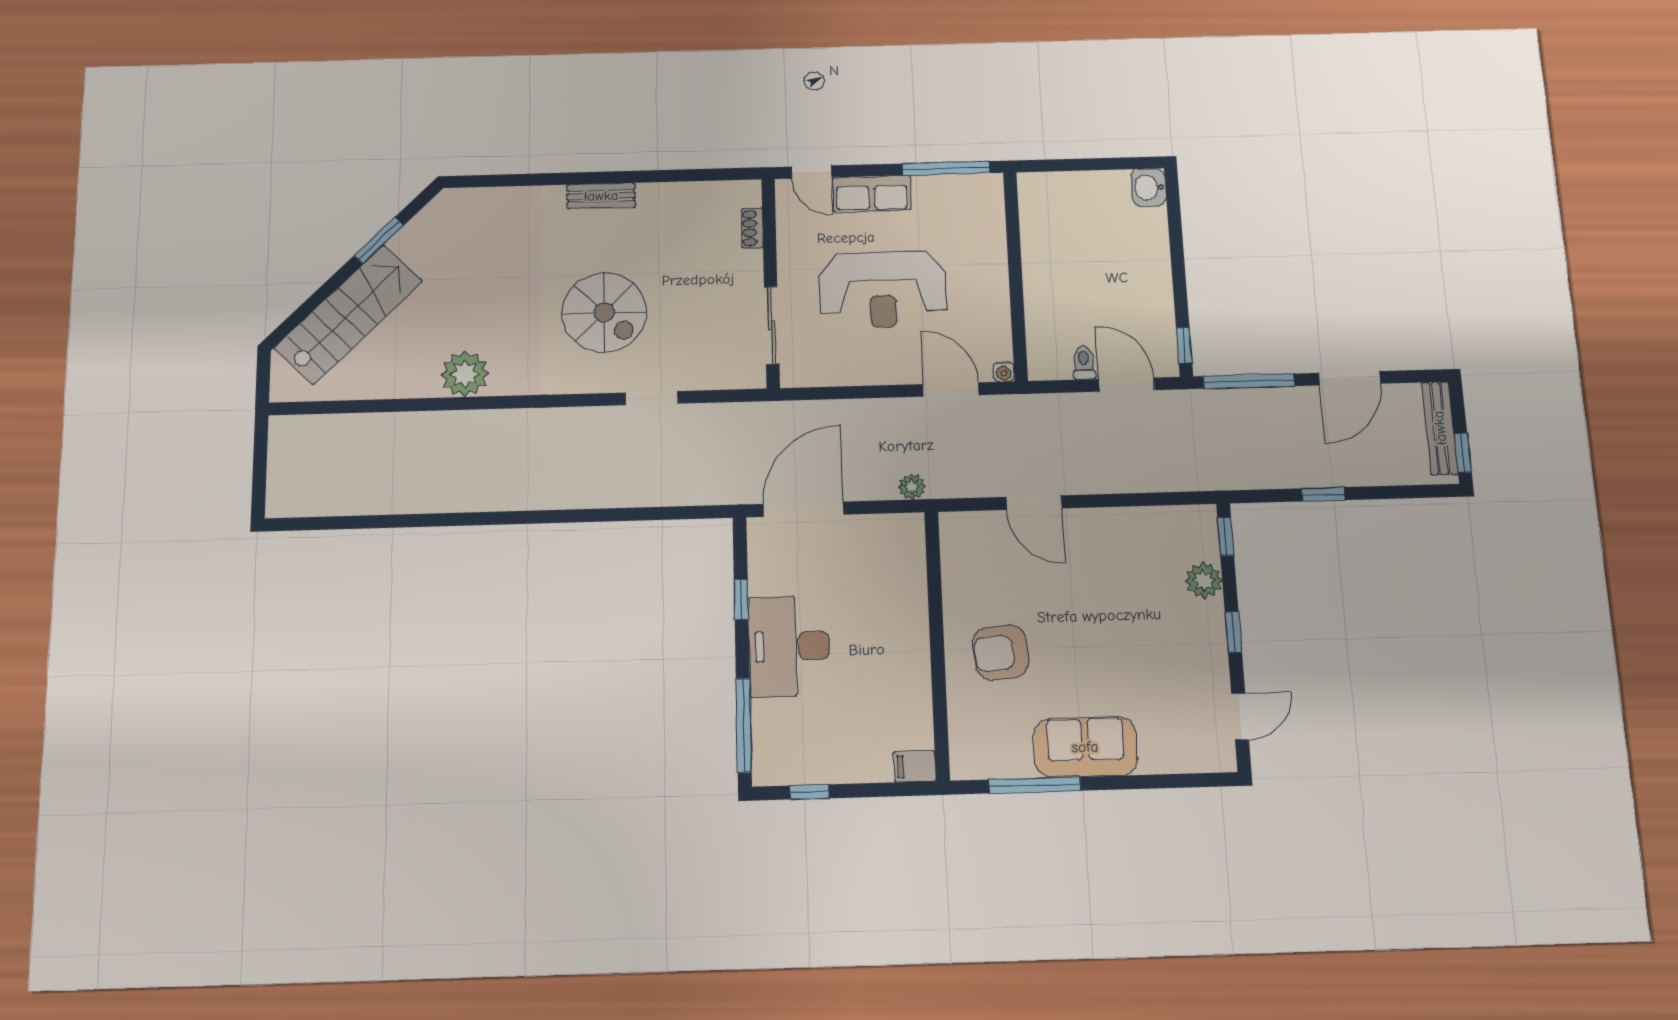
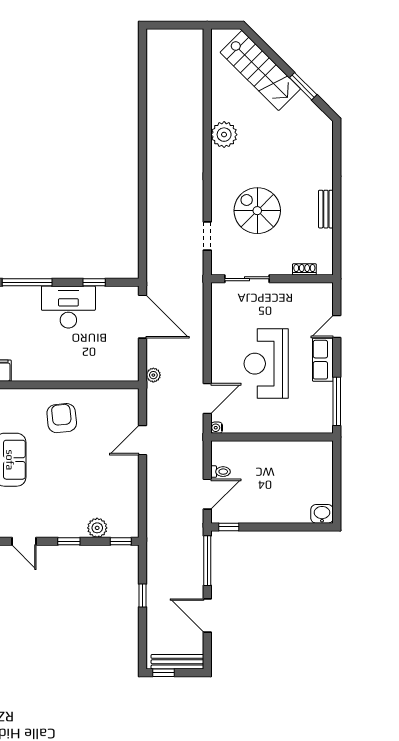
shoe rack: (752, 228) -> (304, 269), moved
wall: (771, 282) -> (272, 279), moved
spiral stairs: (604, 312) -> (257, 211), turned 90
sliding door: (772, 325) -> (247, 279), moved

